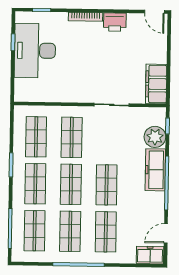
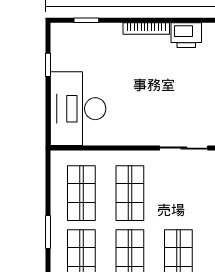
desk: (35, 51) -> (78, 109), moved

